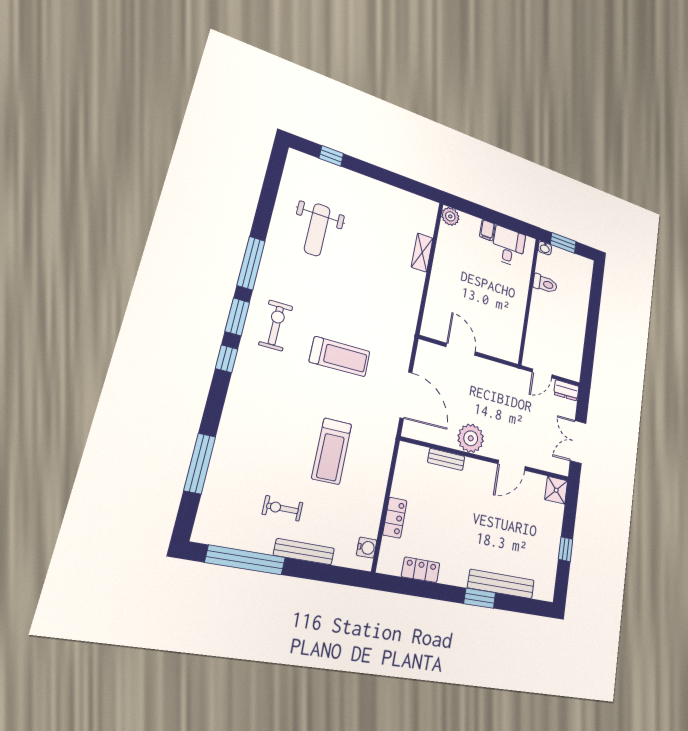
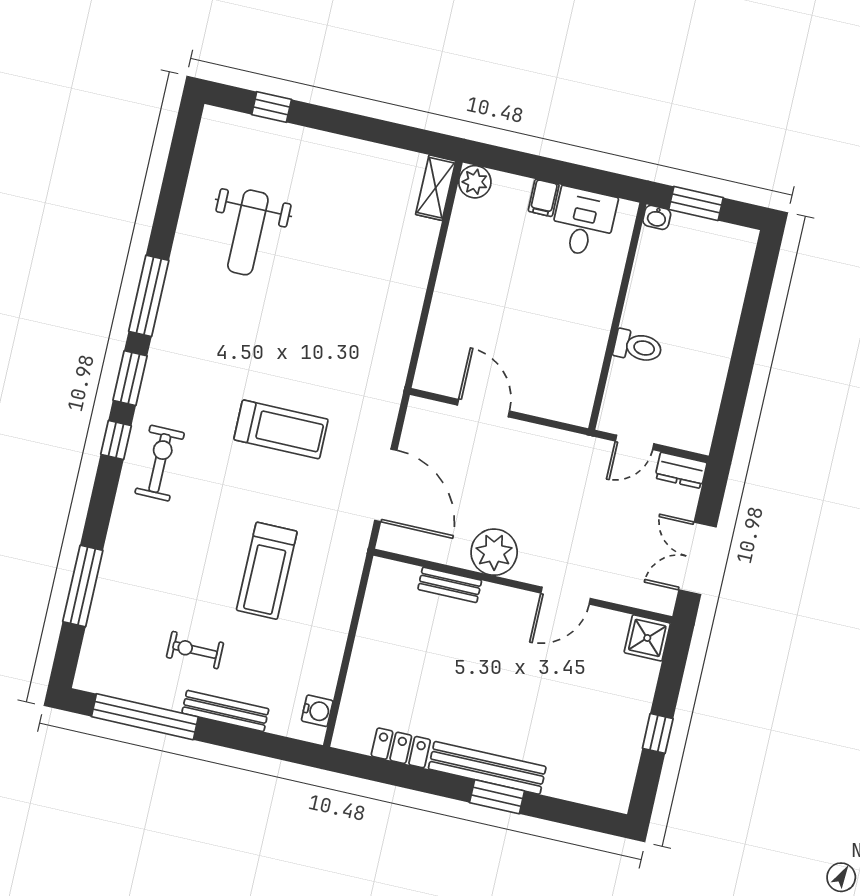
shelving: (422, 253) -> (436, 188), moved
toilet: (545, 284) -> (638, 347), moved
exercise bike: (276, 326) -> (160, 463), moved
locker: (395, 518) -> (362, 670), removed
bench: (501, 584) -> (487, 768), moved

